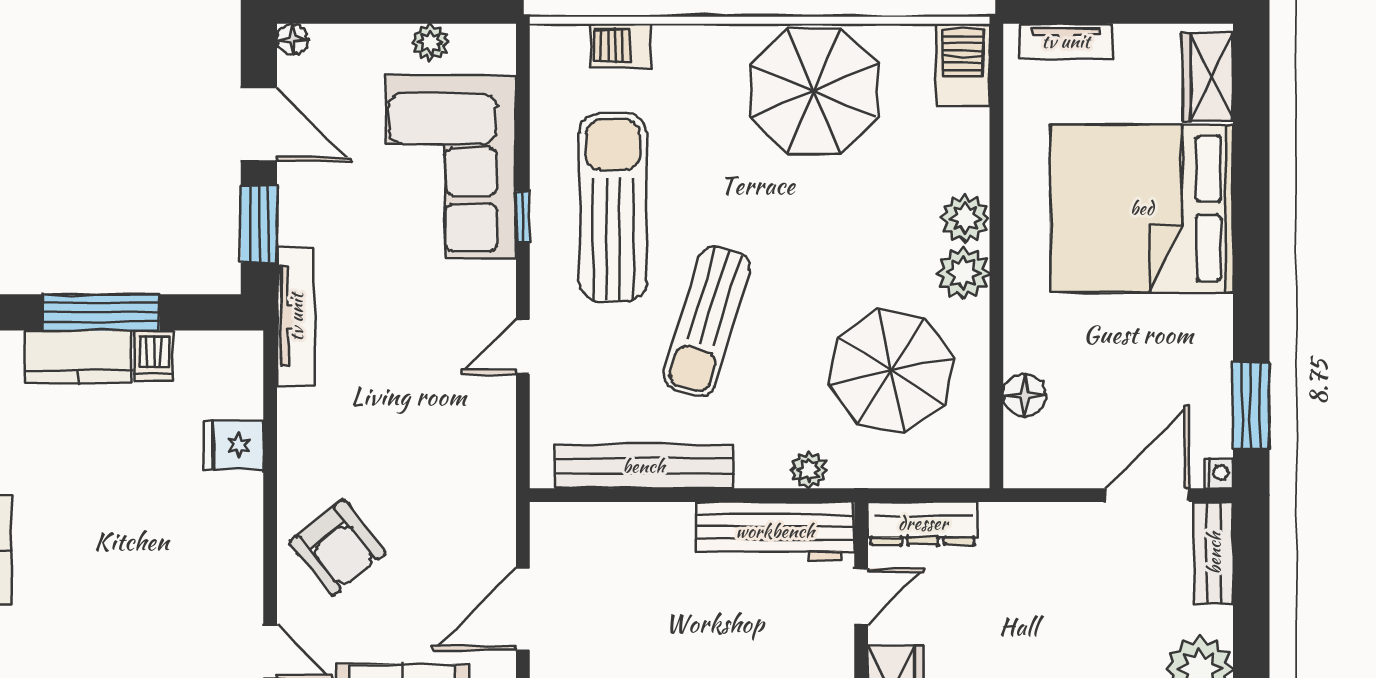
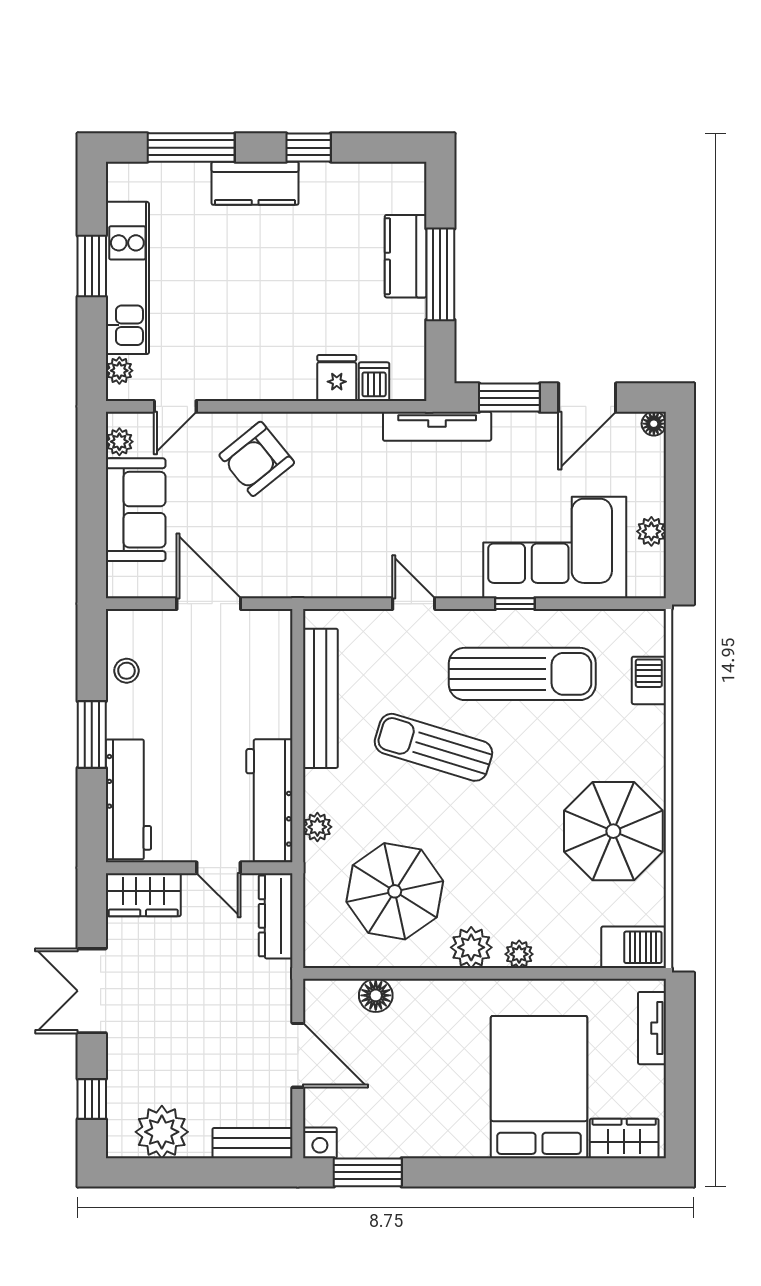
bed: (1142, 208) -> (539, 1087), width x0.73
plant: (965, 218) -> (519, 954), width x0.73, depth x0.73
dishwasher: (154, 355) -> (374, 382), moved, turned 90
nightstand: (1218, 473) -> (320, 1143), width x1.39, depth x1.35
door: (1147, 495) -> (298, 1055), moved

